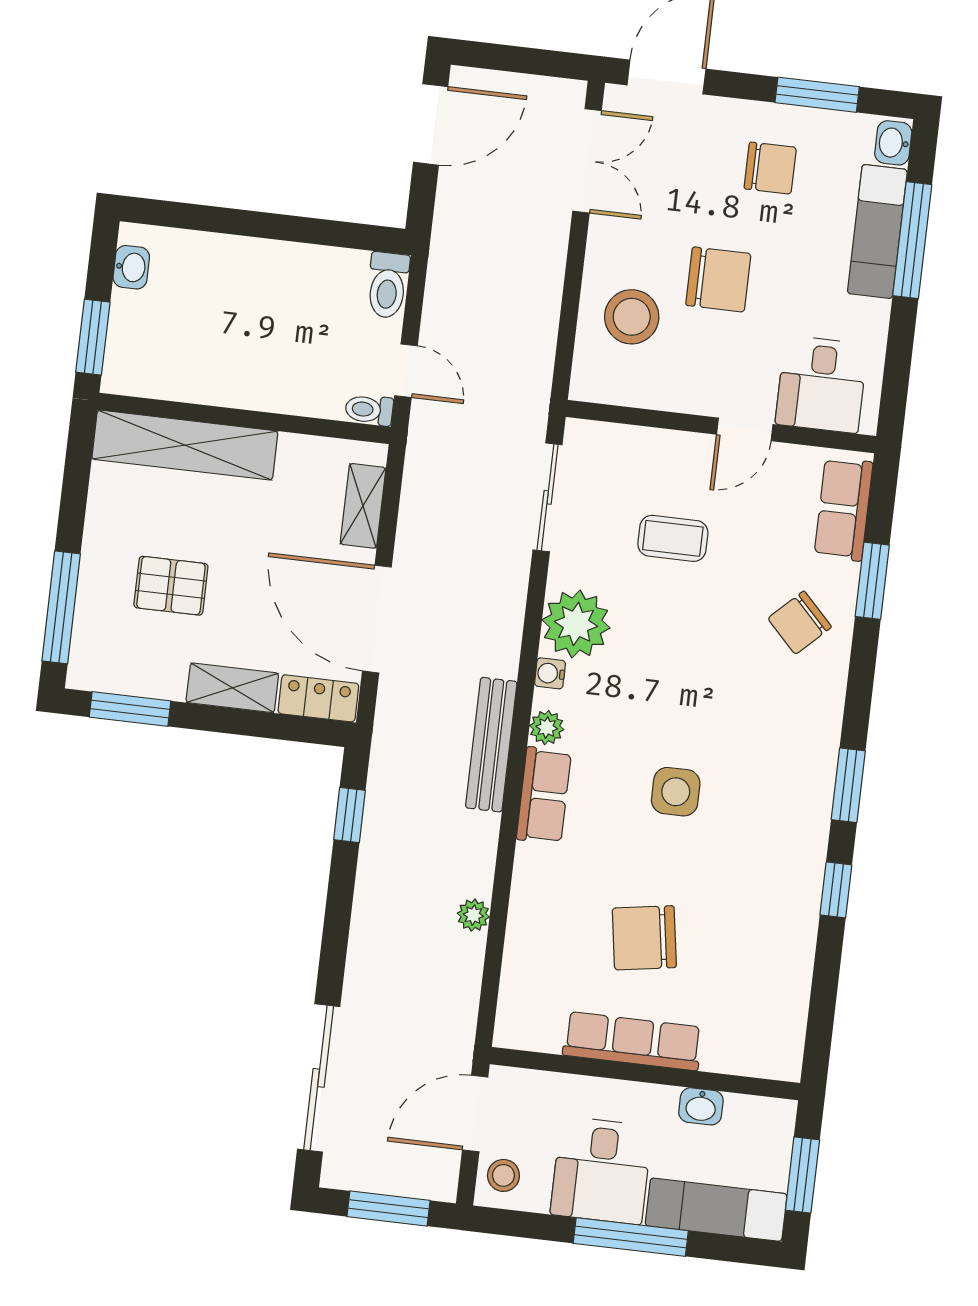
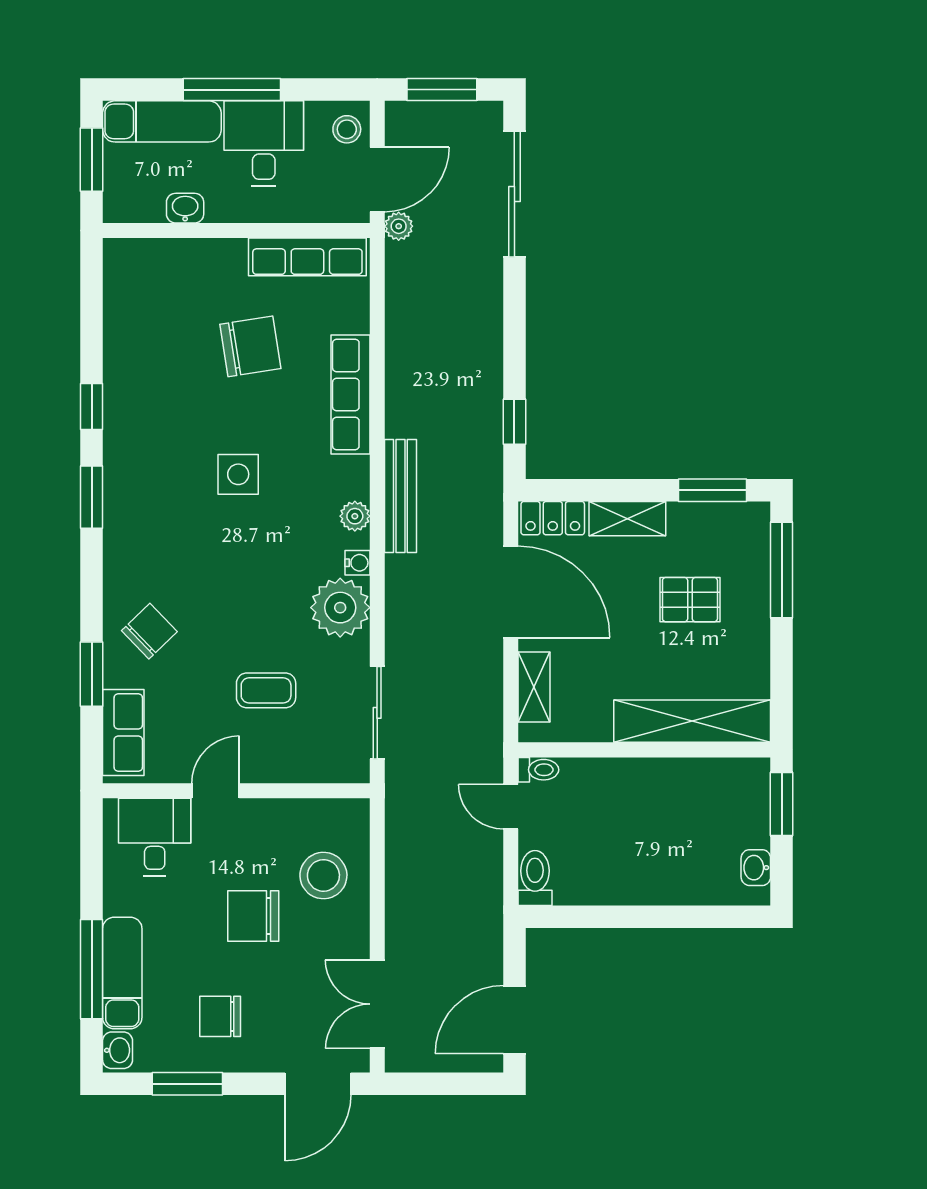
row of seats: (544, 795) -> (350, 395), moved, width x1.48
plant: (473, 915) -> (399, 226), moved
row of seats: (632, 1041) -> (307, 257), moved

